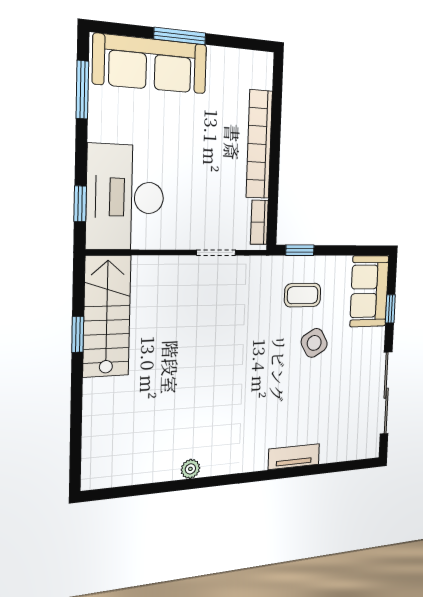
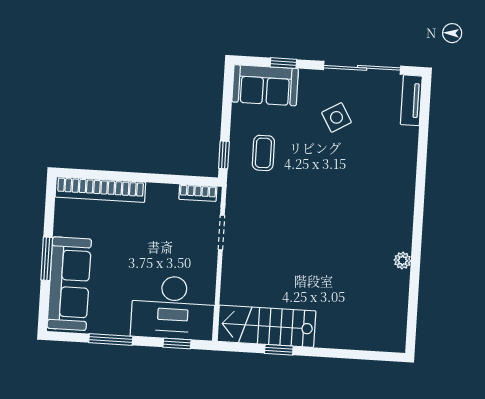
window: (82, 90) -> (111, 339), moved
bookcase: (259, 144) -> (100, 190), moved
side table: (314, 343) -> (337, 117), moved
tv unit: (294, 457) -> (411, 100), moved

